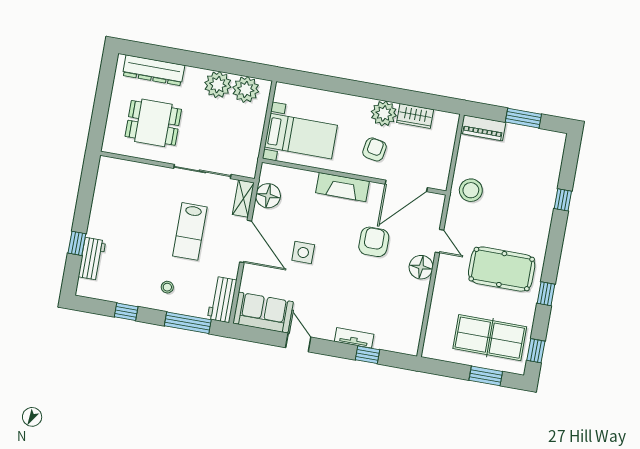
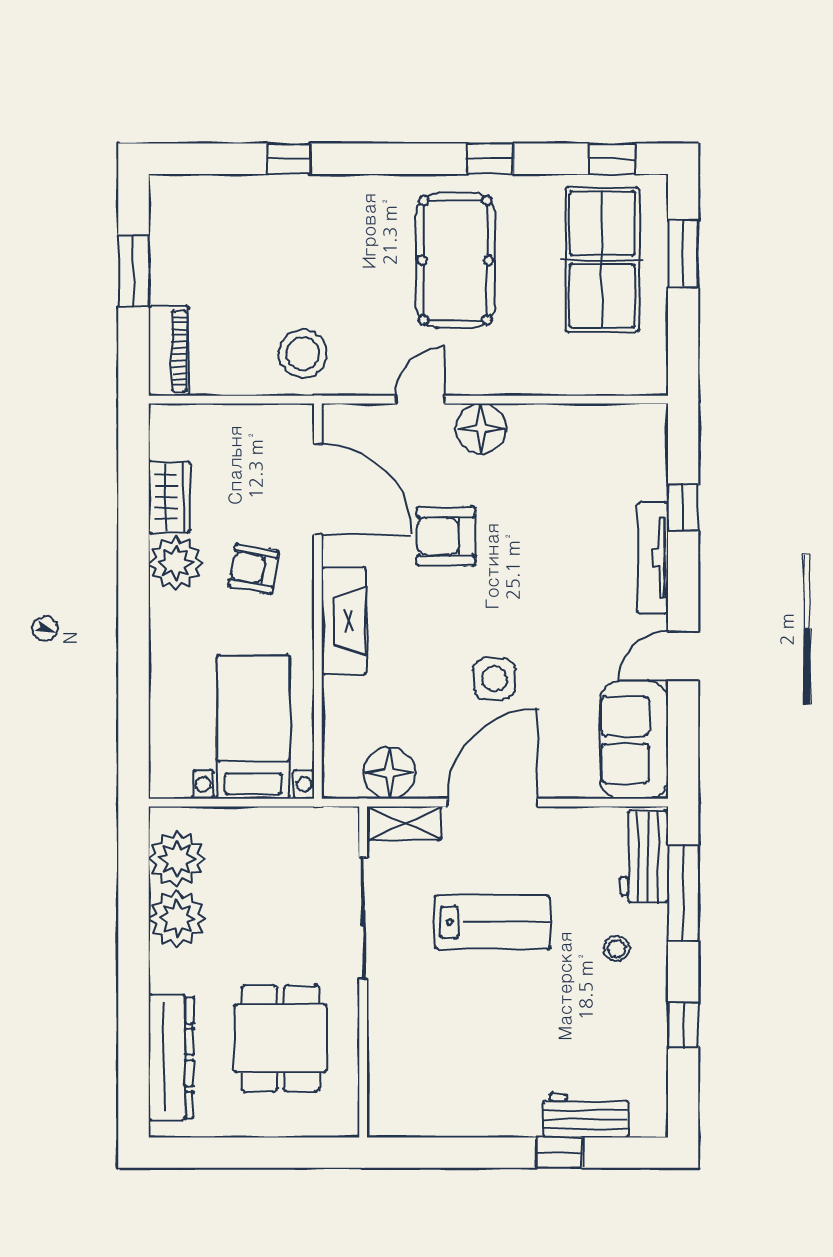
workbench: (222, 299) -> (644, 857), moved, turned 90
tv unit: (354, 338) -> (653, 558), width x1.41

